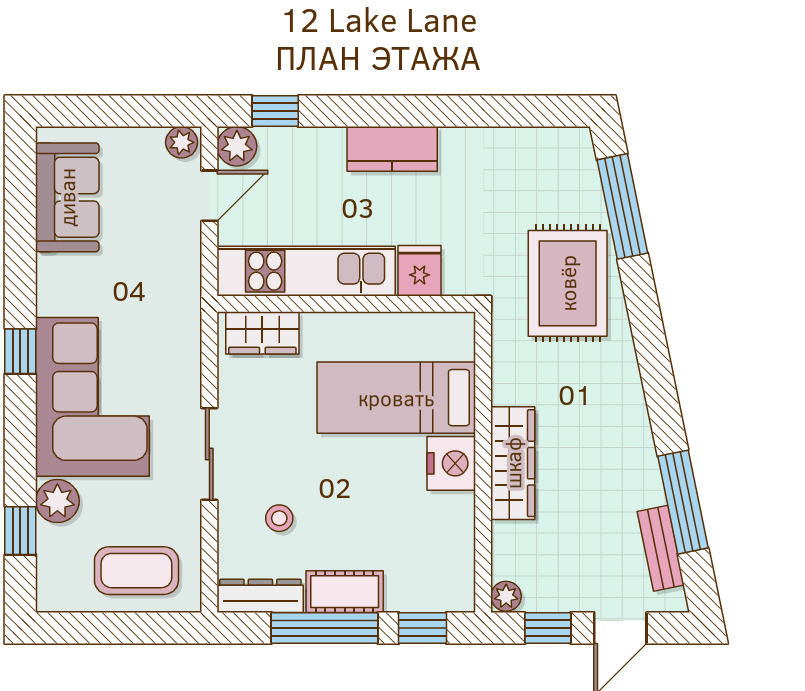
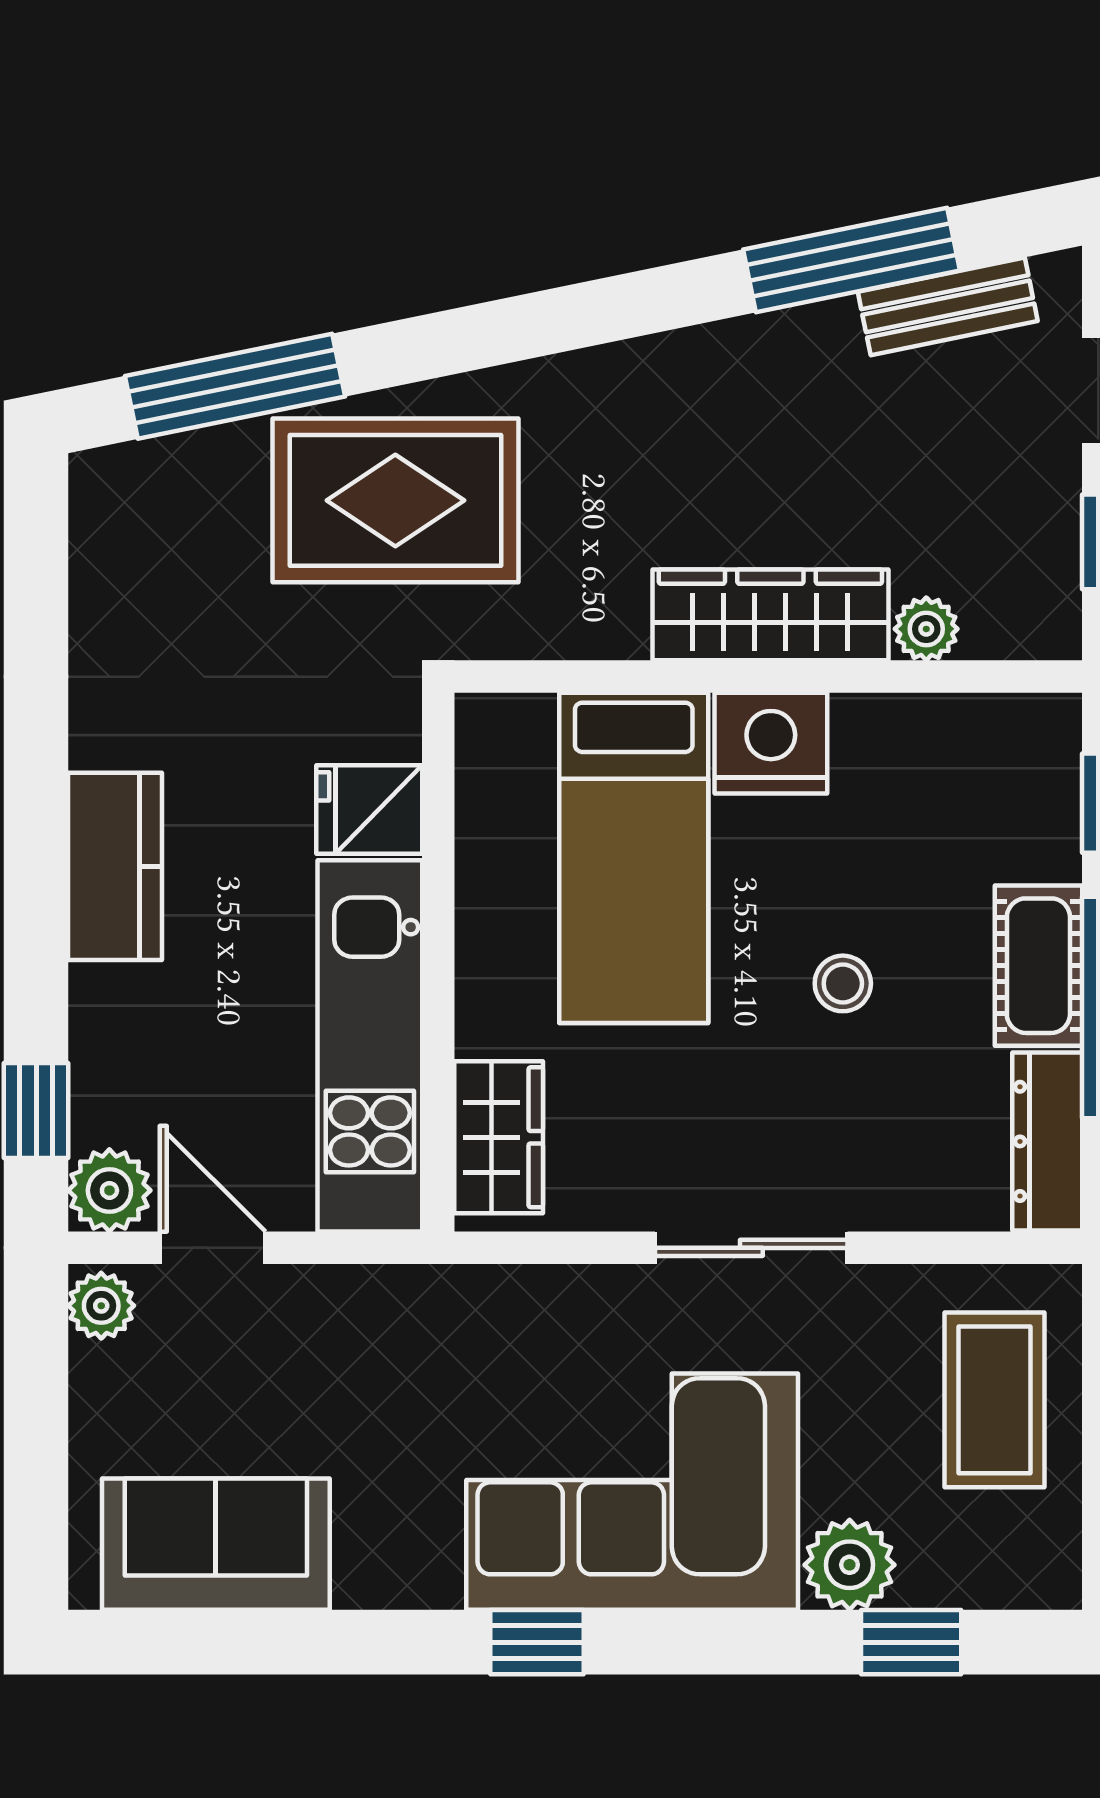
stool: (279, 518) -> (843, 983), moved
plant: (506, 596) -> (926, 629), moved

